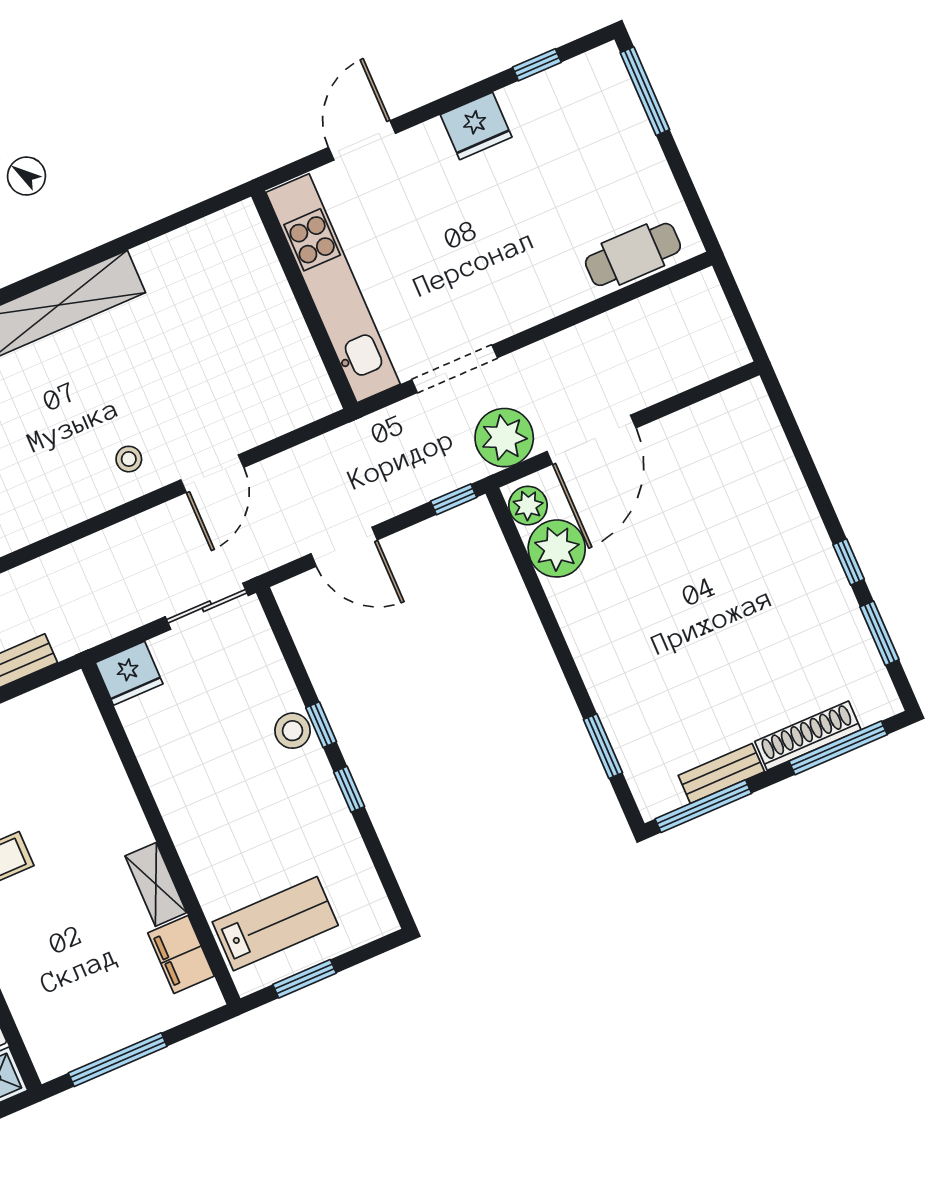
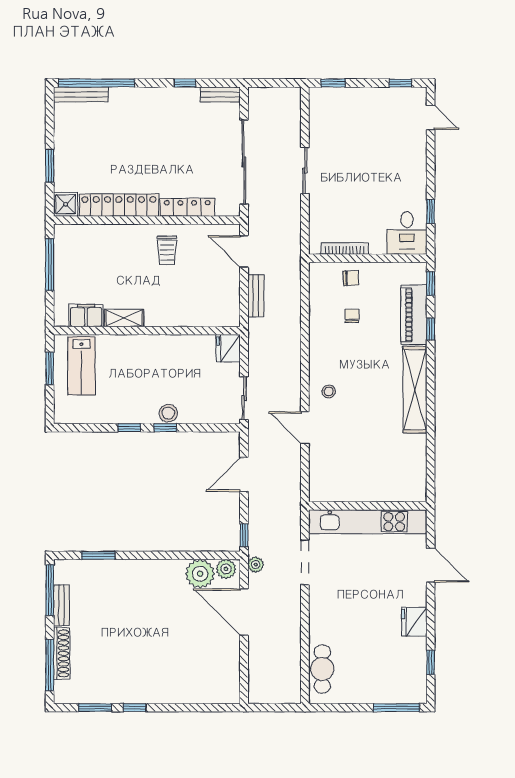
plant: (504, 438) -> (256, 565), width x0.53, depth x0.53

